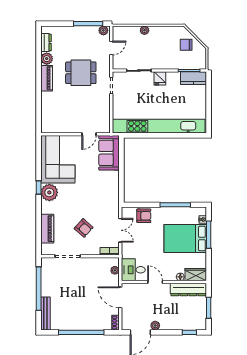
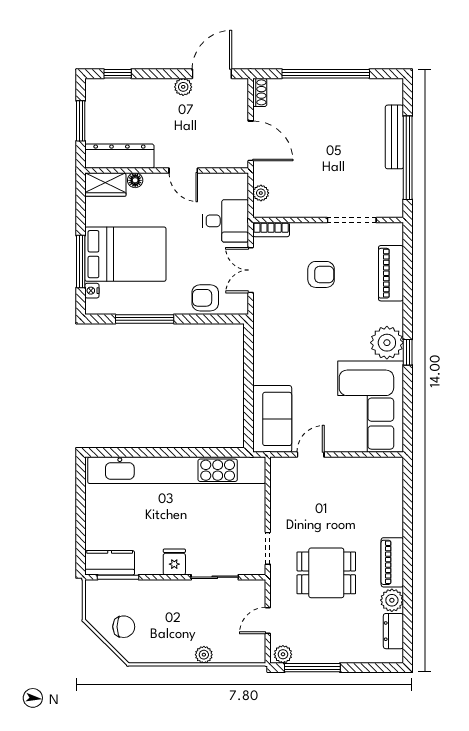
armchair: (84, 228) -> (321, 274), turned 138
desk: (133, 270) -> (226, 221), moved
bench: (45, 313) -> (394, 137), moved

